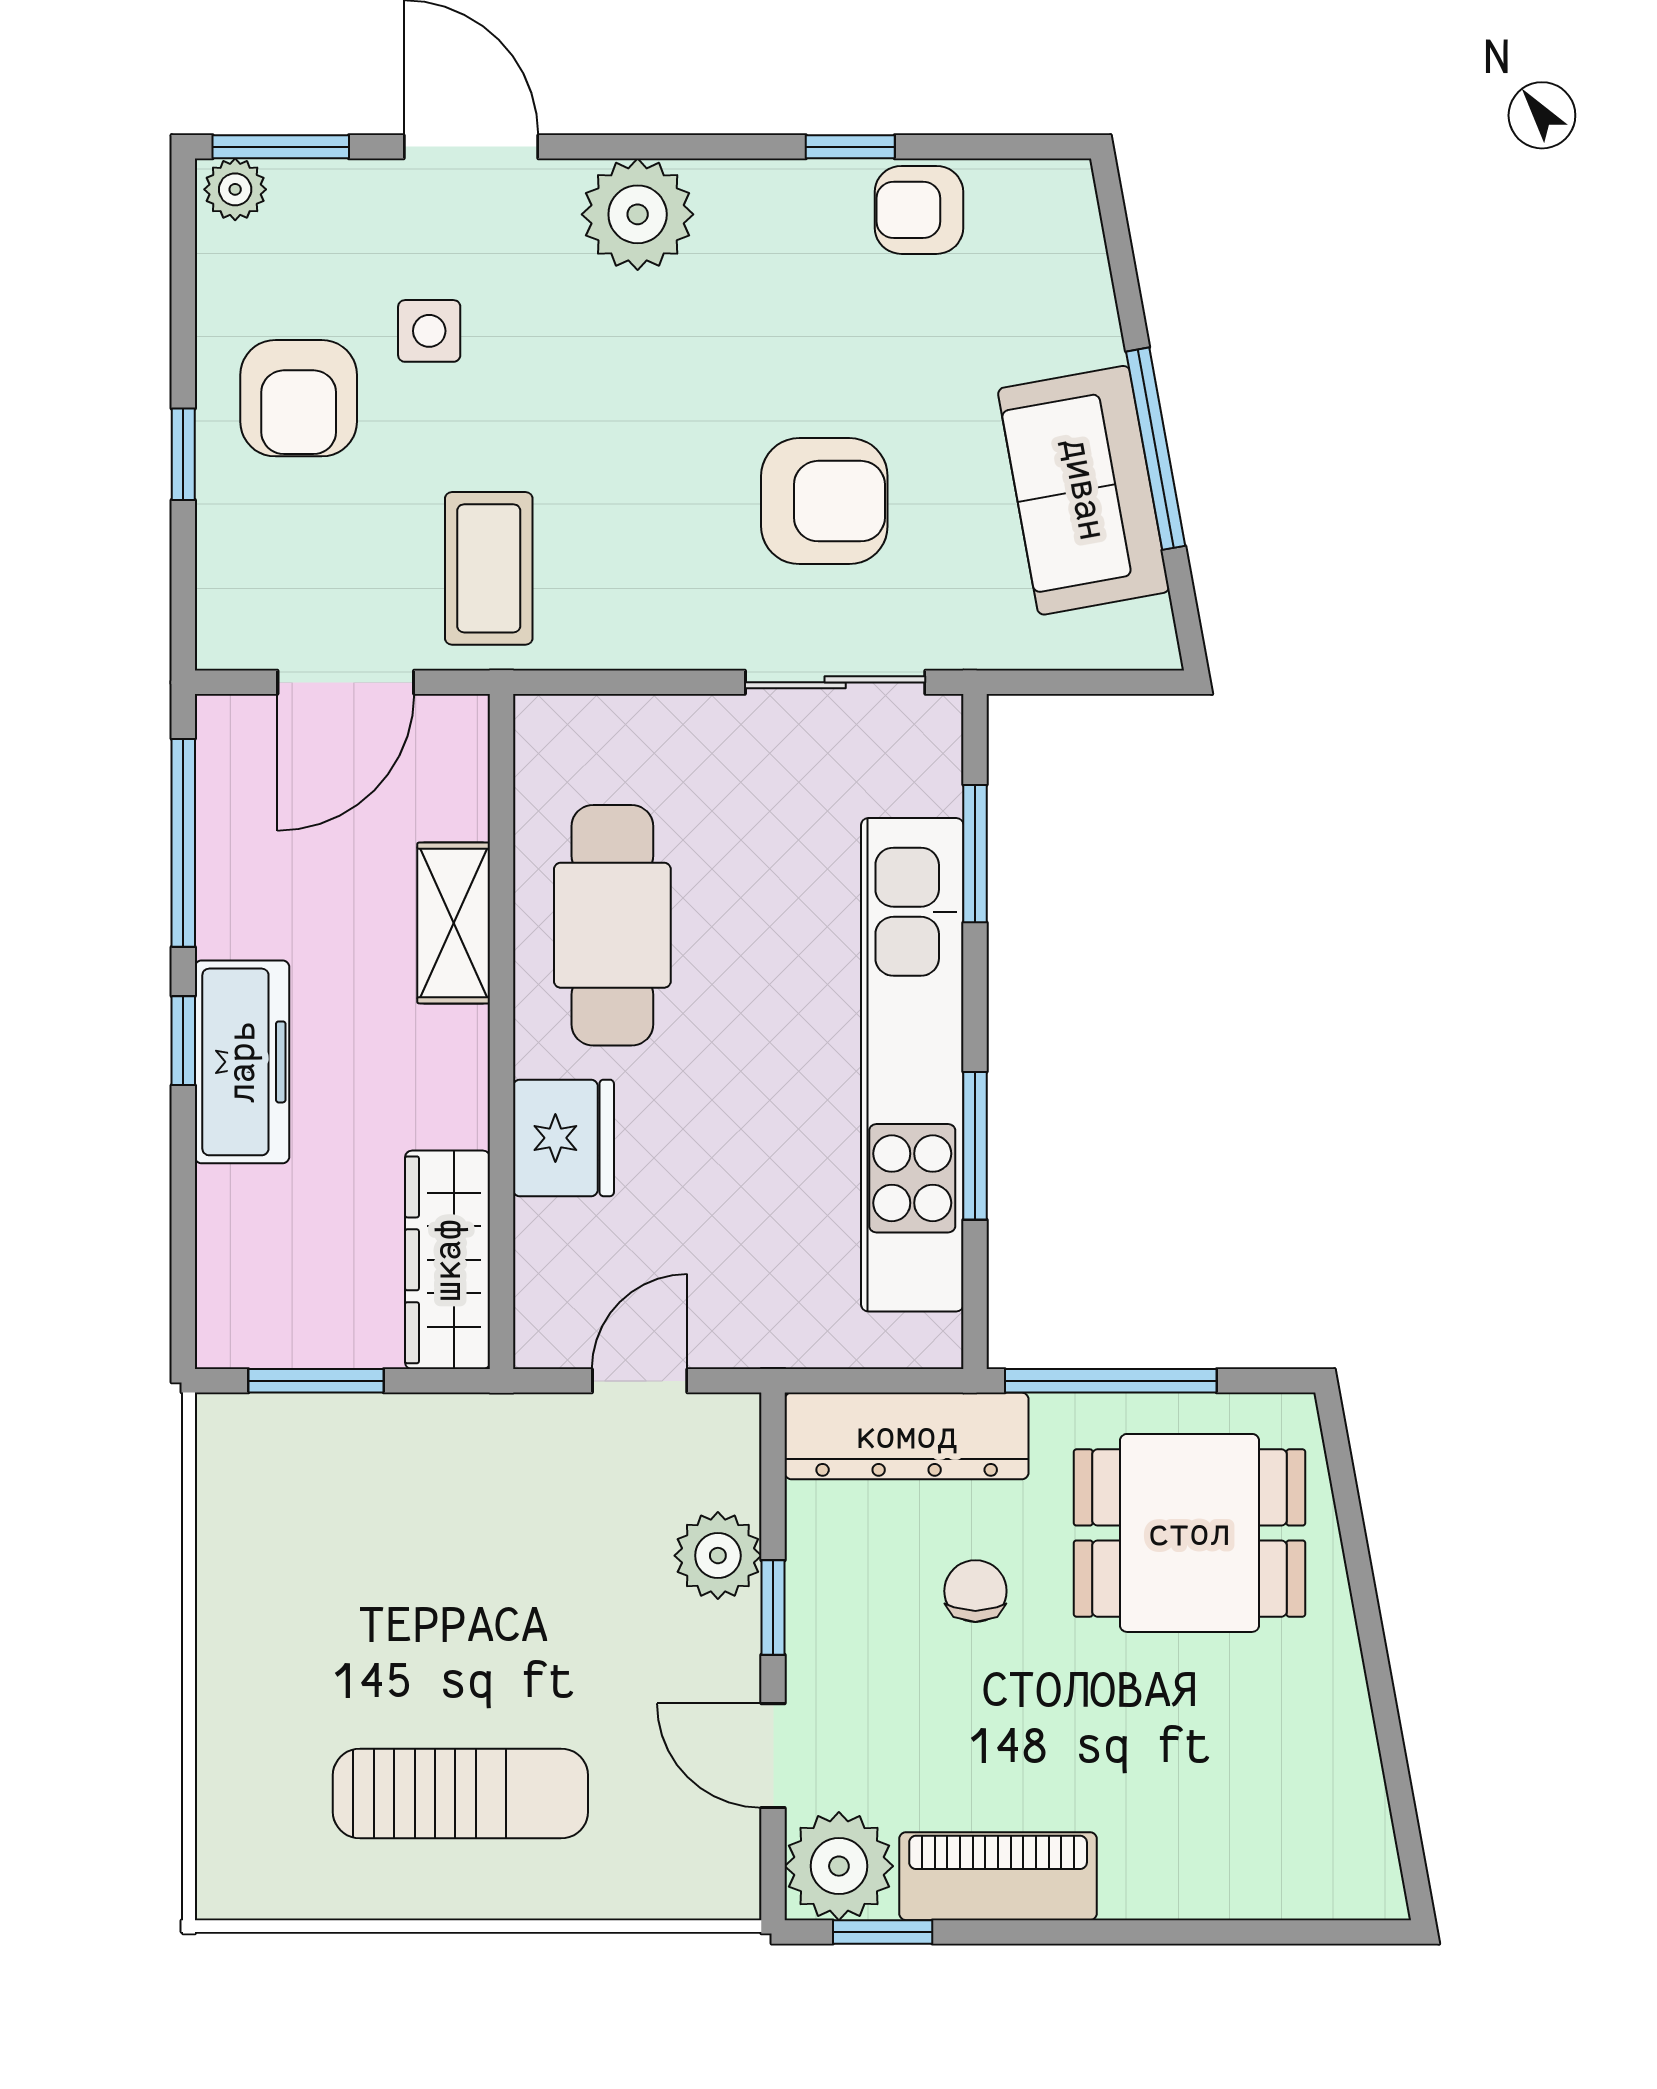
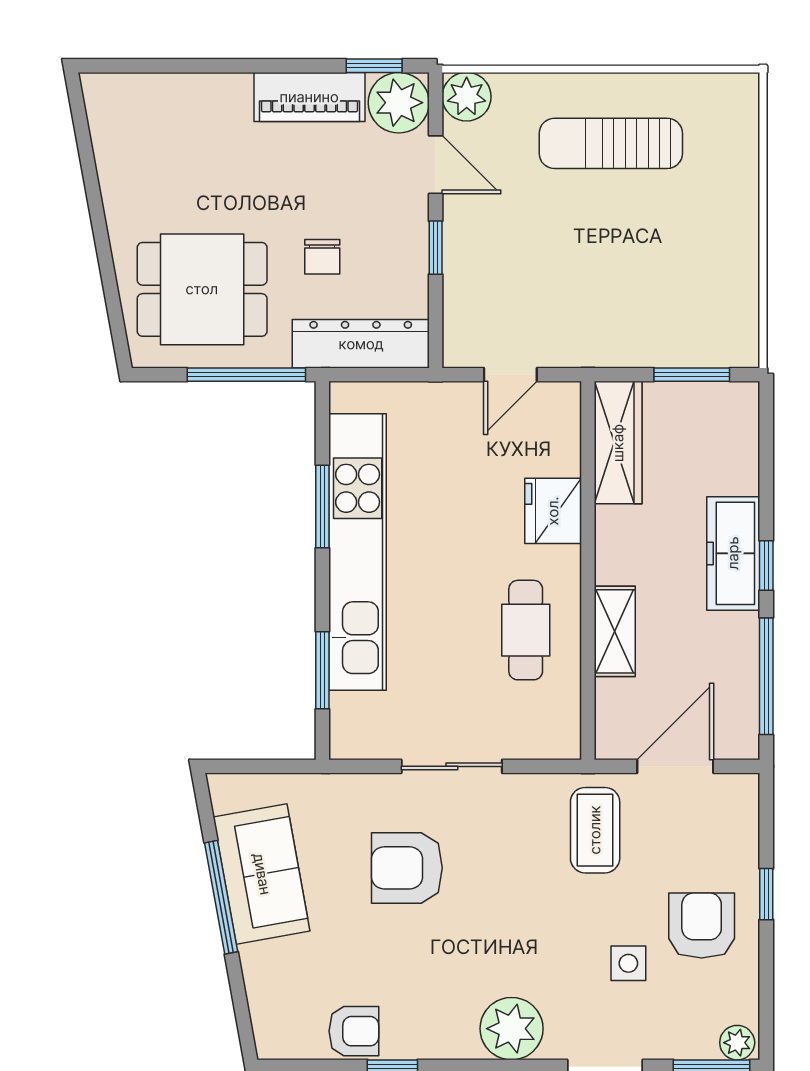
sliding door: (835, 682) -> (452, 766), moved
cafe table: (612, 925) -> (526, 630), width x0.73, depth x0.74
plant: (718, 1556) -> (467, 97), moved

